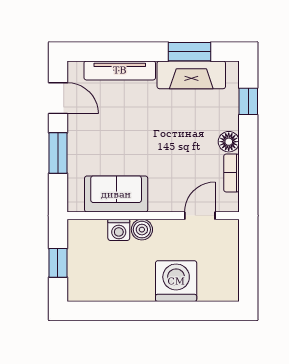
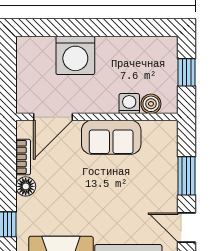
sofa: (116, 194) -> (111, 137), moved
door: (200, 216) -> (53, 117), width x1.38
boiler: (142, 230) -> (151, 104), moved

